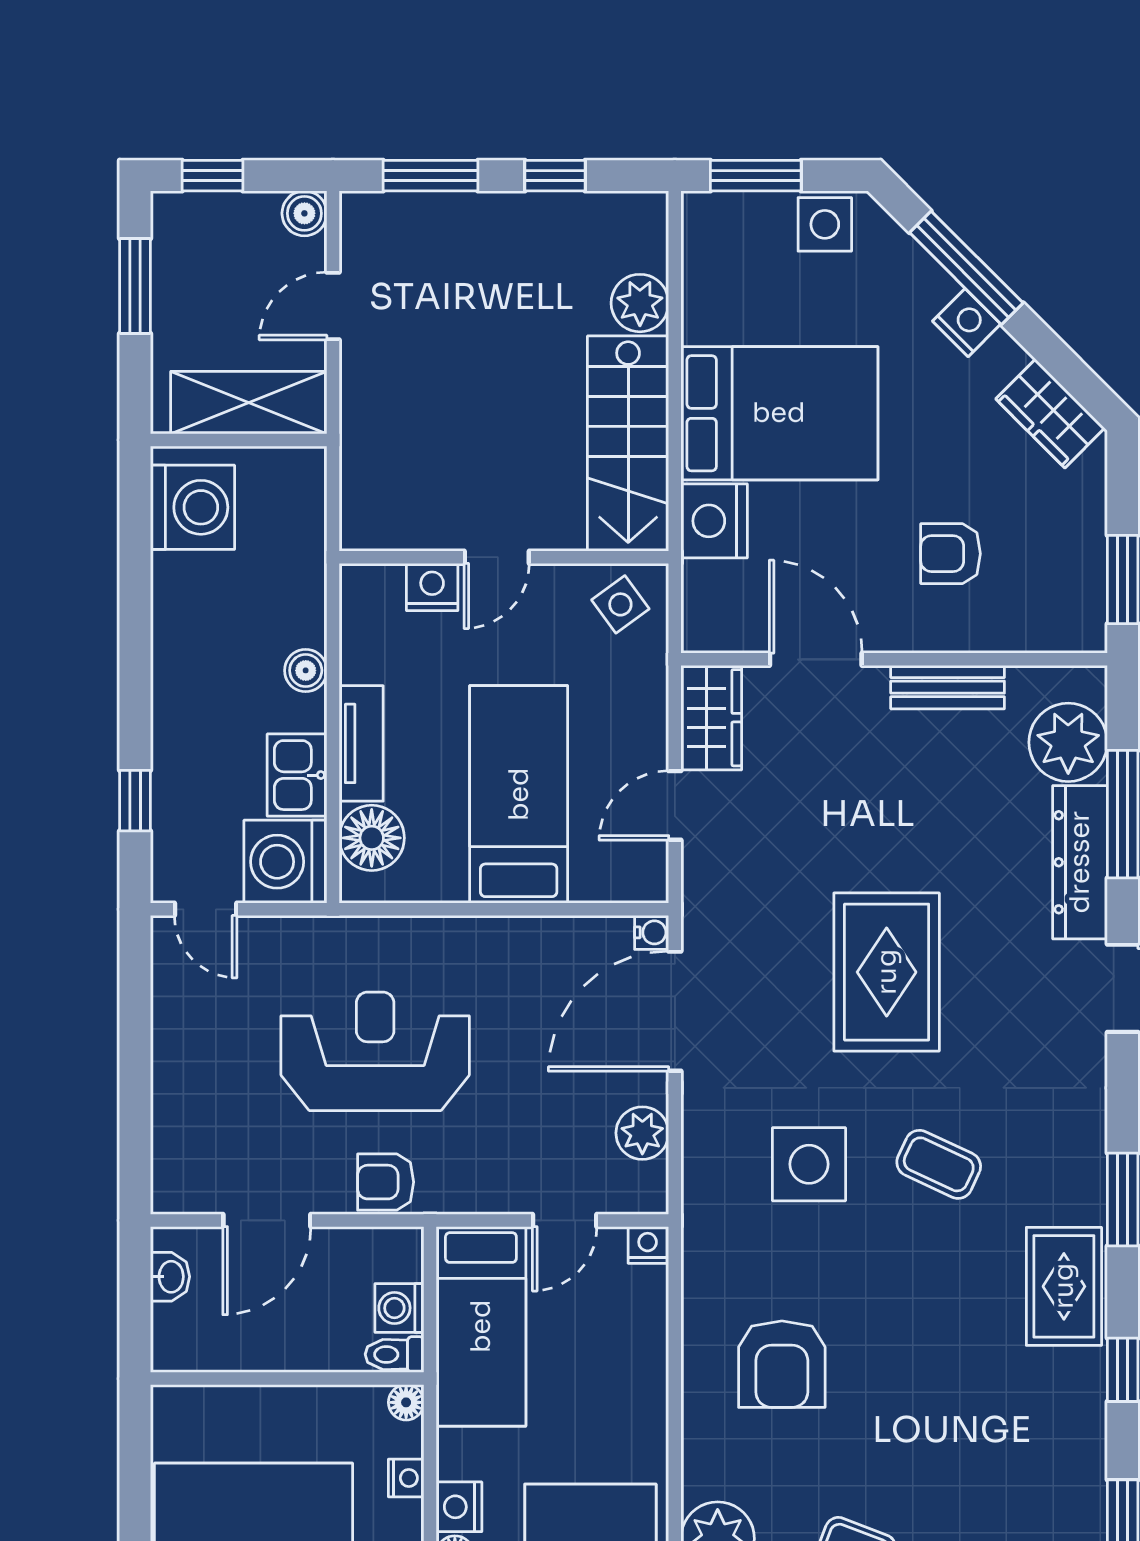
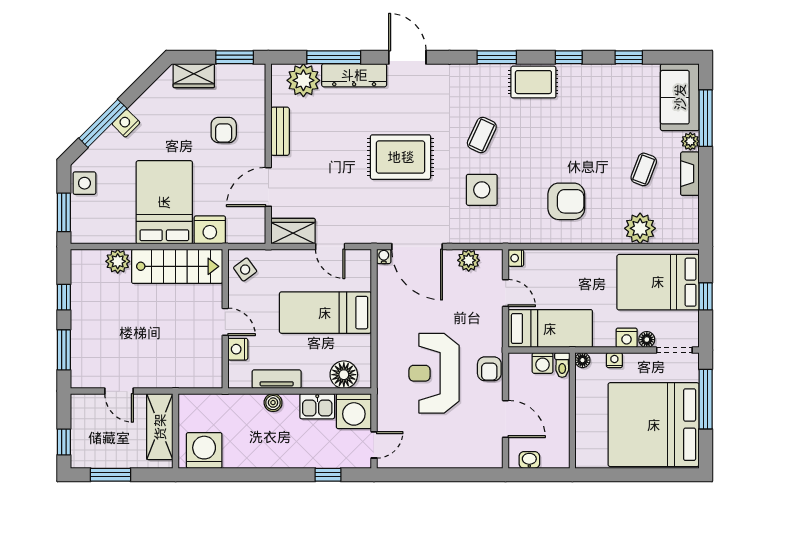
boiler: (304, 213) -> (80, 403), removed
wardrobe: (1050, 413) -> (194, 76), moved, turned 45
tv unit: (361, 743) -> (277, 379), moved

